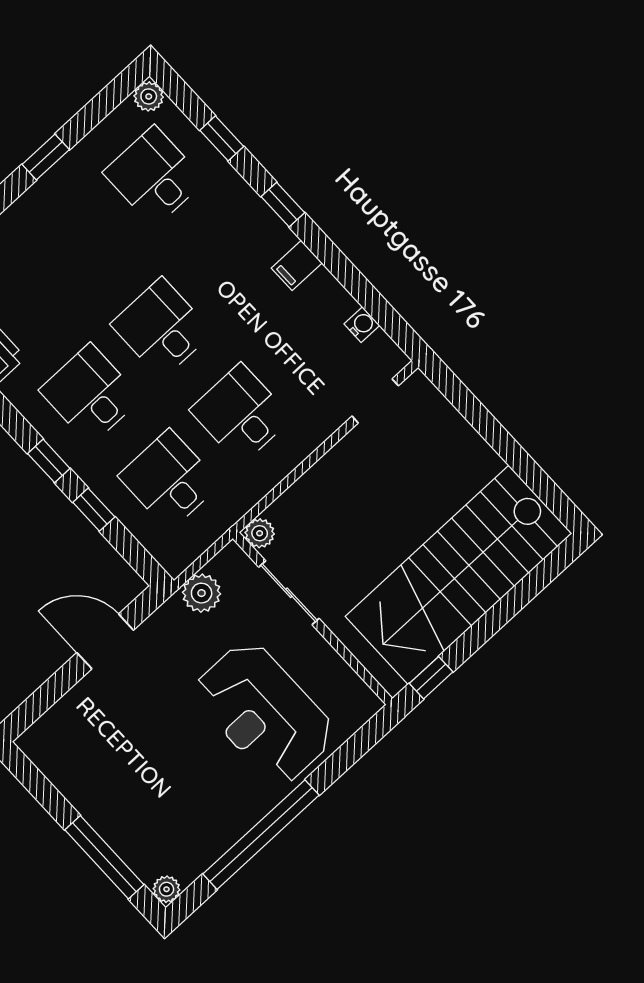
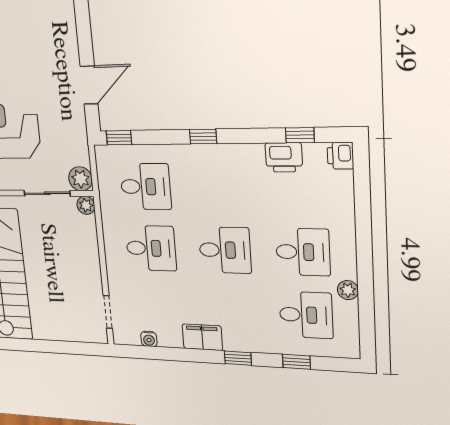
plant: (149, 96) -> (348, 290), moved
window: (46, 157) -> (365, 274), removed
filing cabinet: (297, 265) -> (202, 337), width x2.00
desk: (90, 394) -> (303, 252), moved
window: (94, 510) -> (119, 138), moved
plant: (202, 593) -> (80, 179), moved

